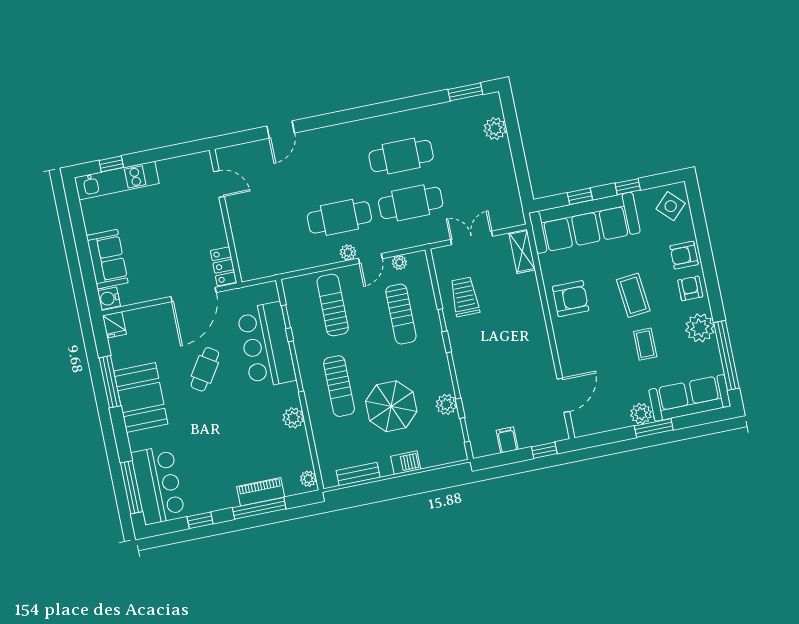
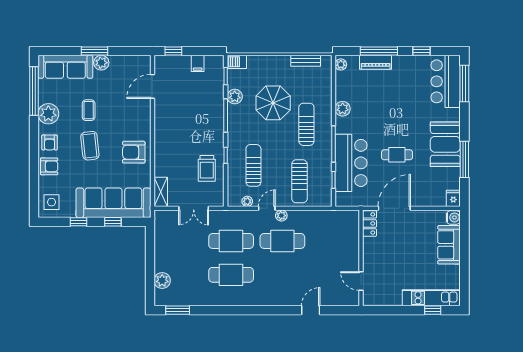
side table: (671, 206) -> (51, 202), turned 45
cafe table: (205, 369) -> (397, 155), turned 57
barbecue: (406, 463) -> (237, 62), moved

